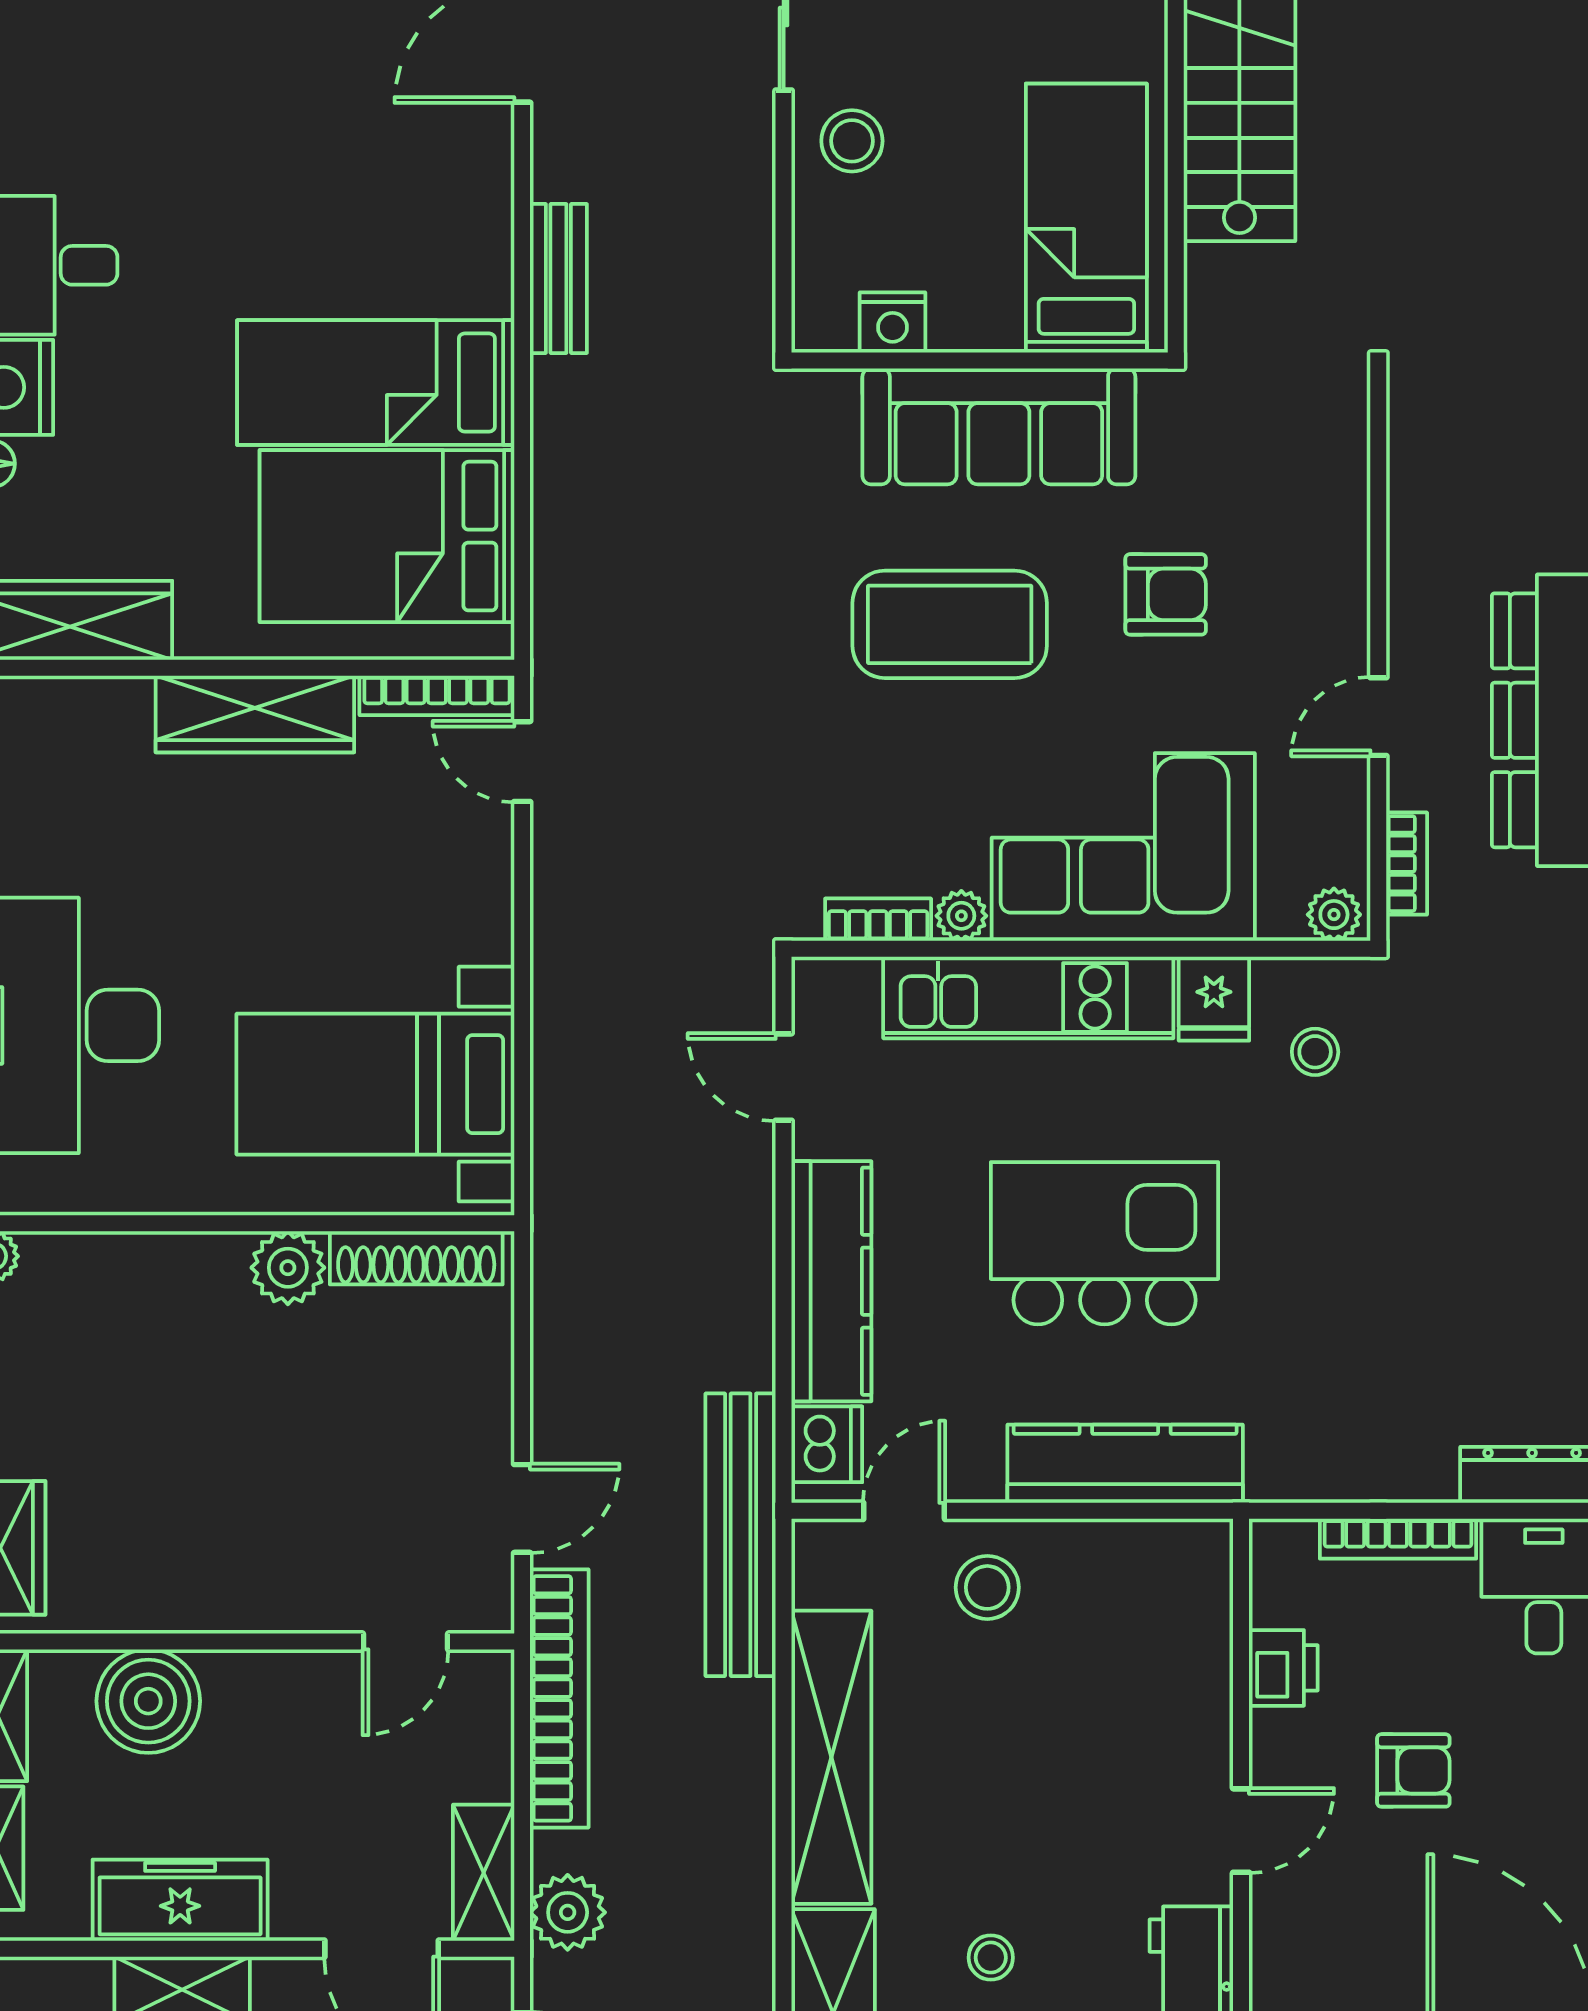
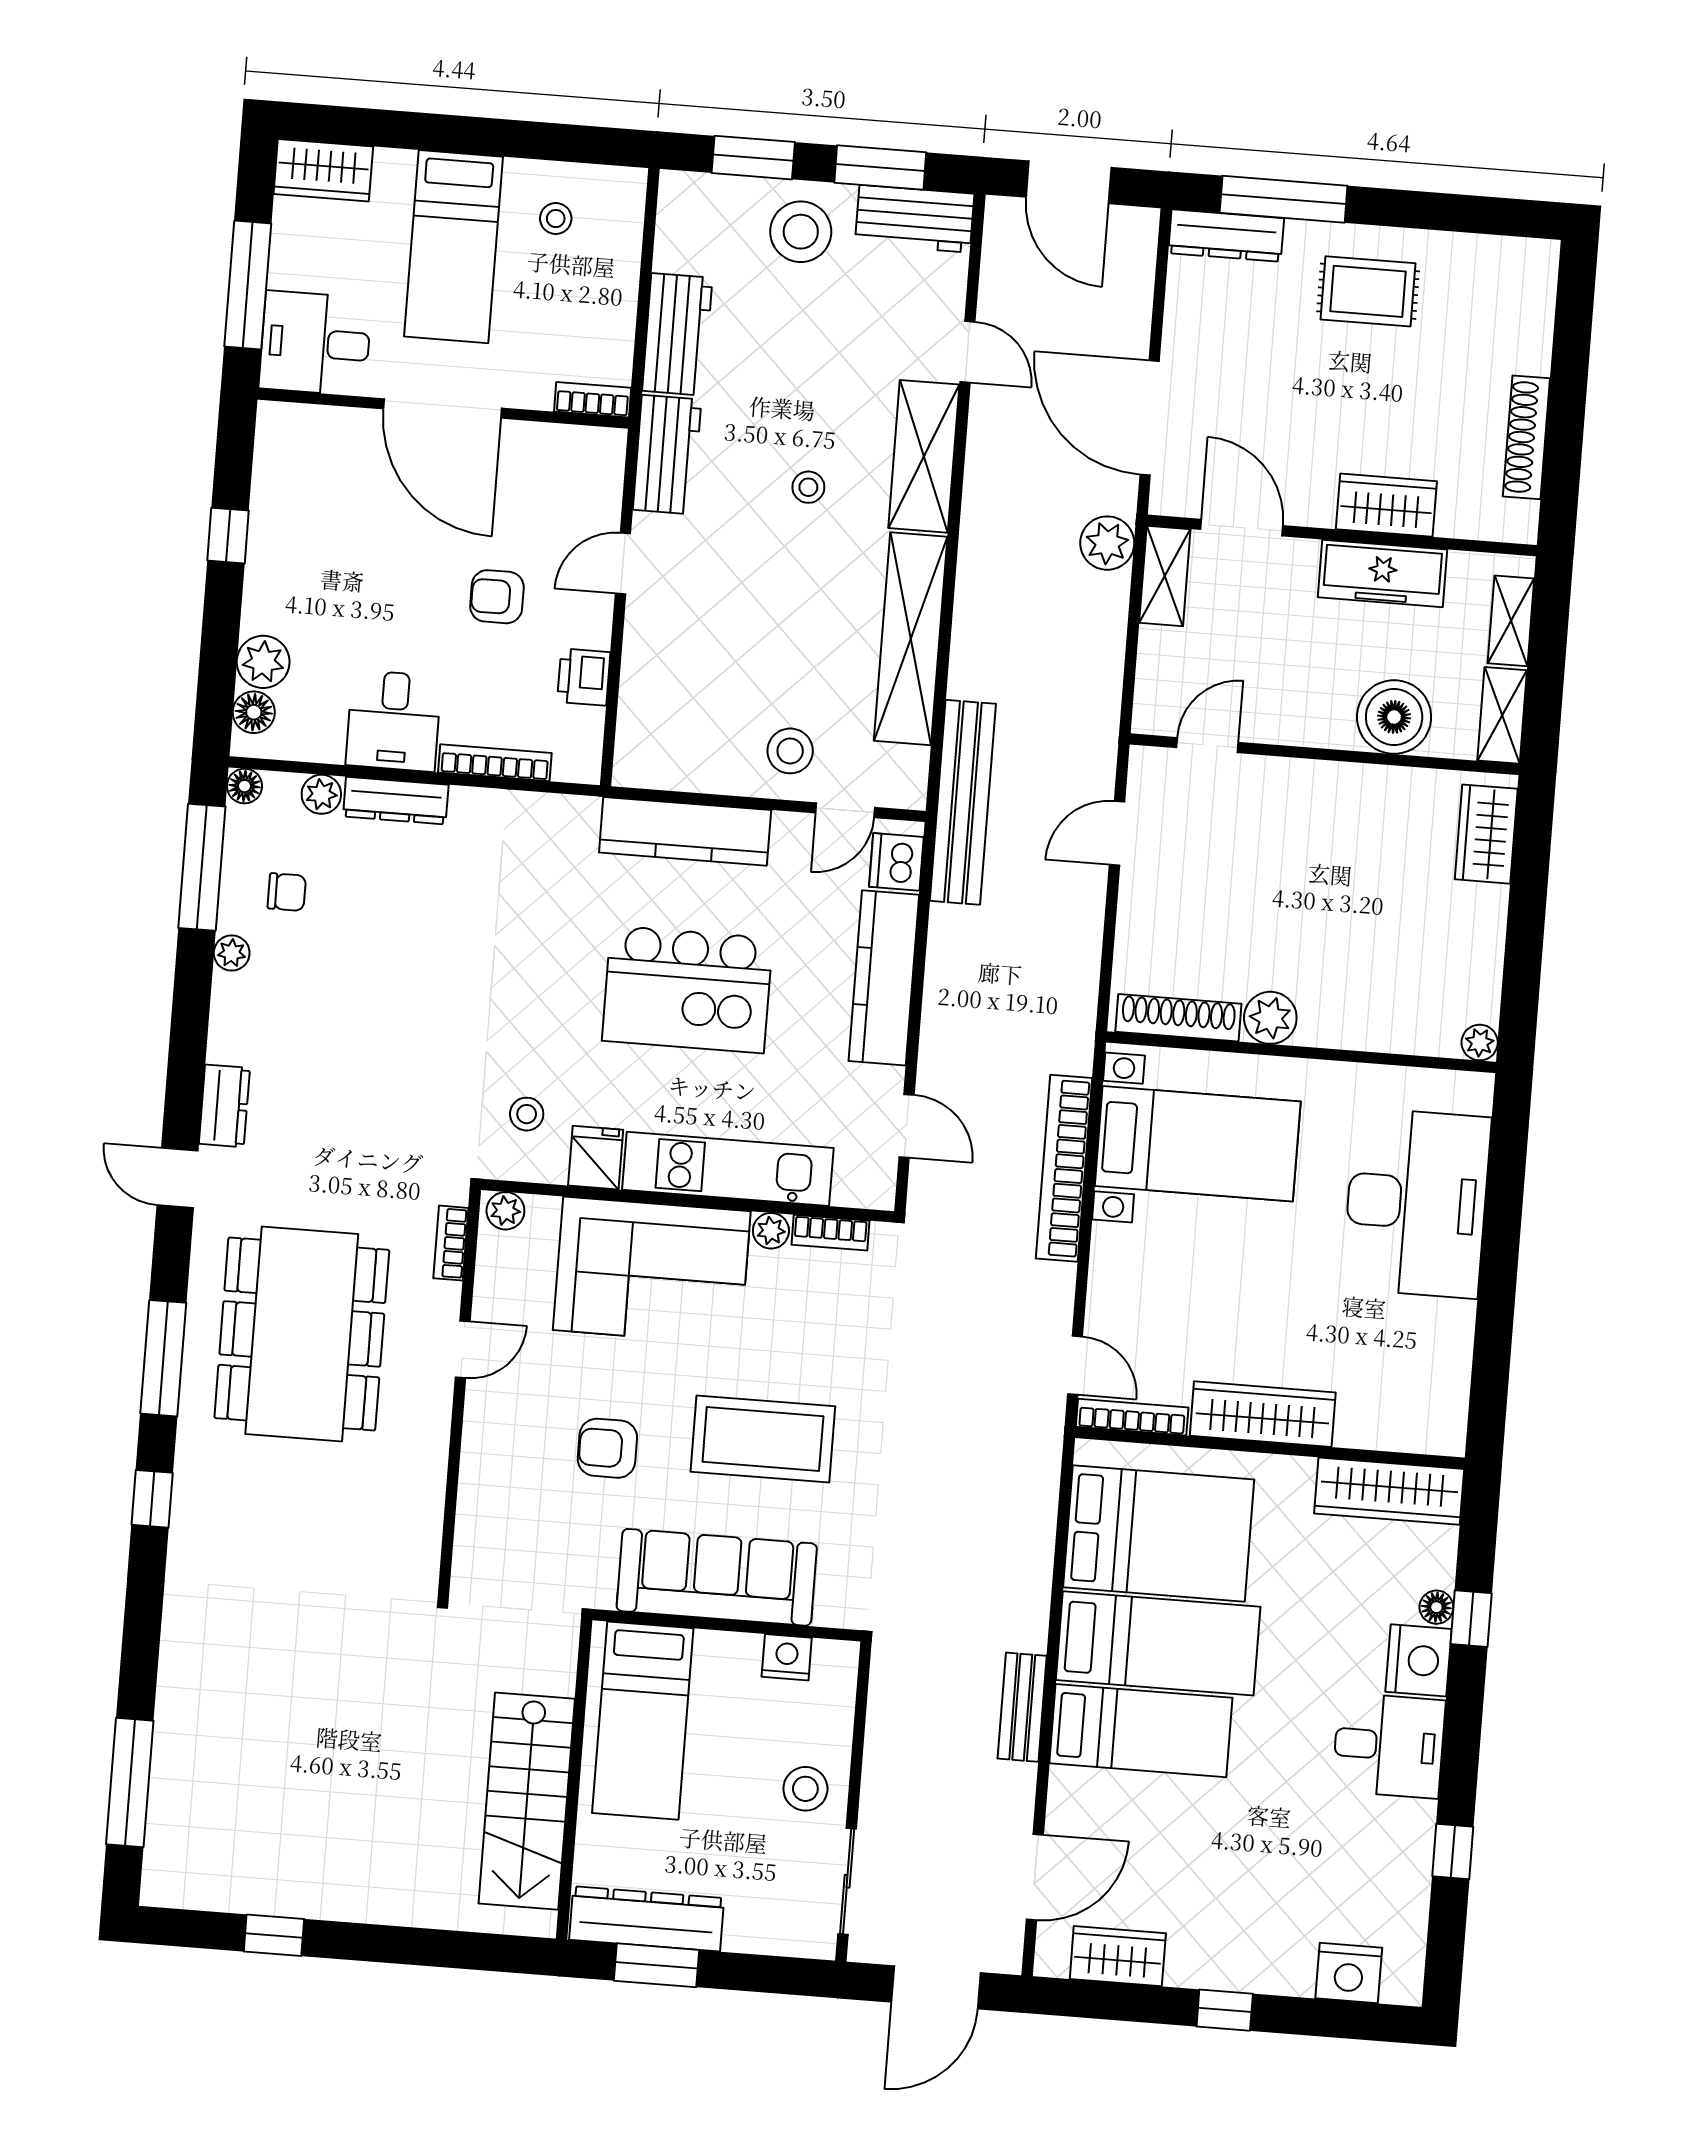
bed: (390, 259) -> (1141, 1731), added
bookcase: (559, 1698) -> (1064, 1168), moved

